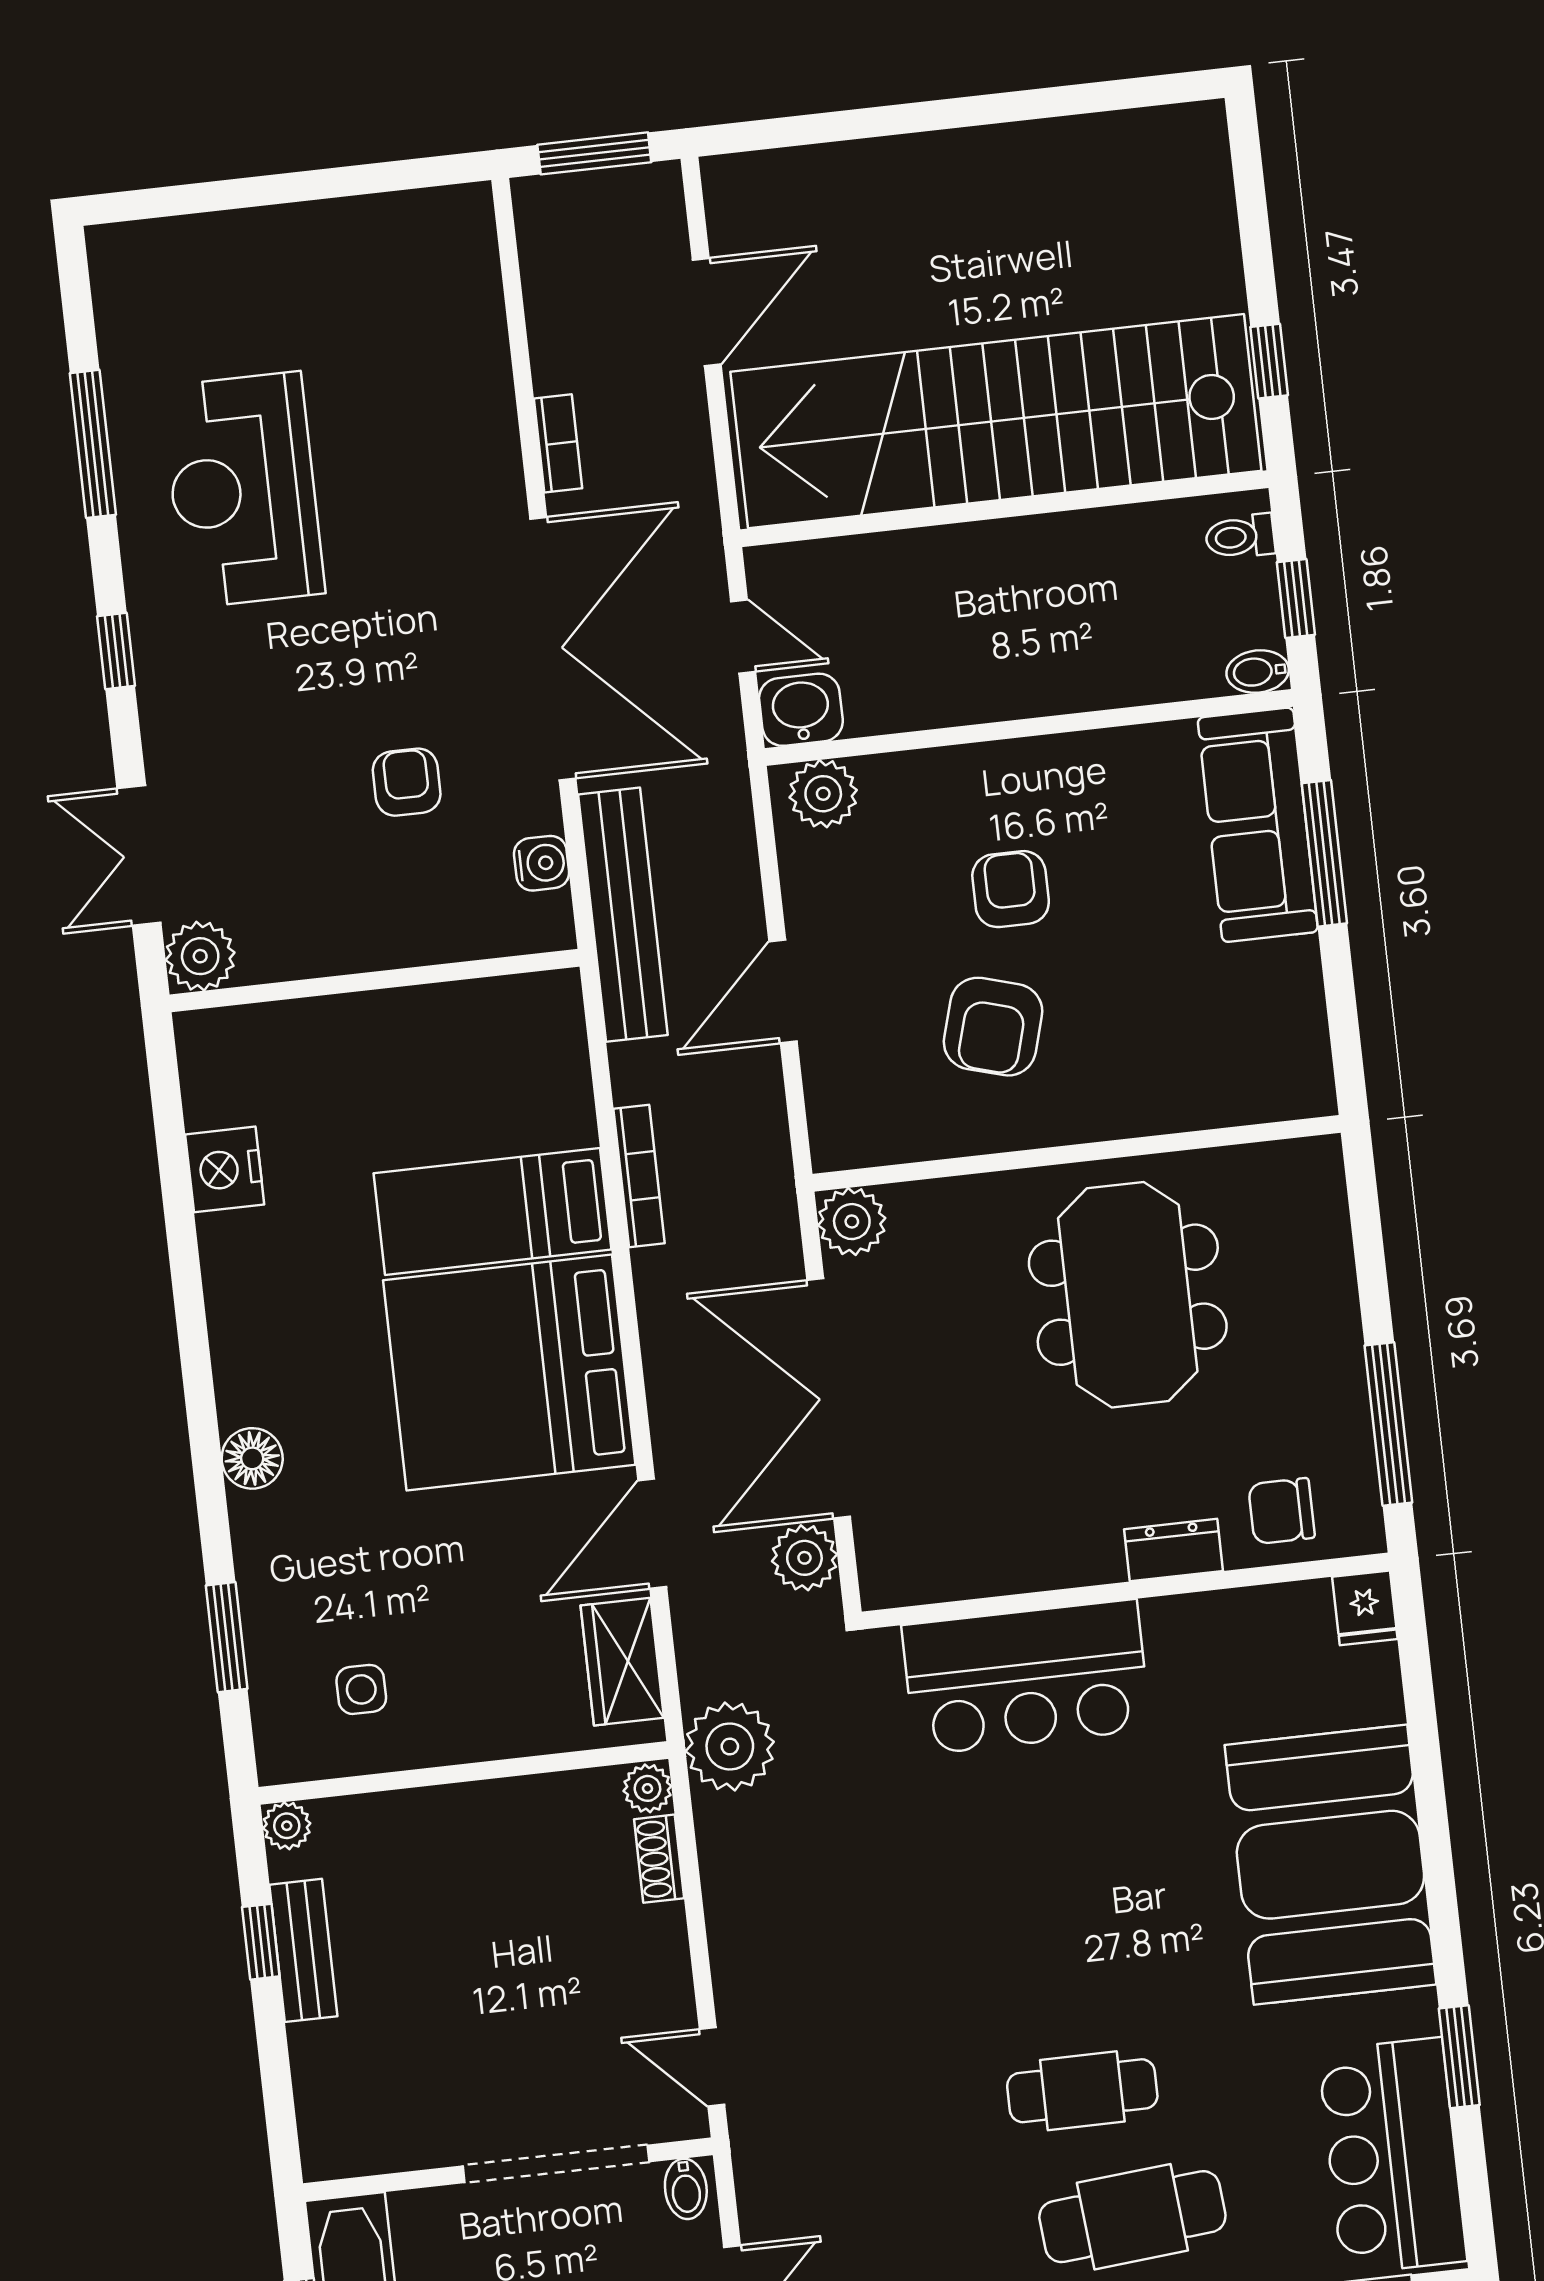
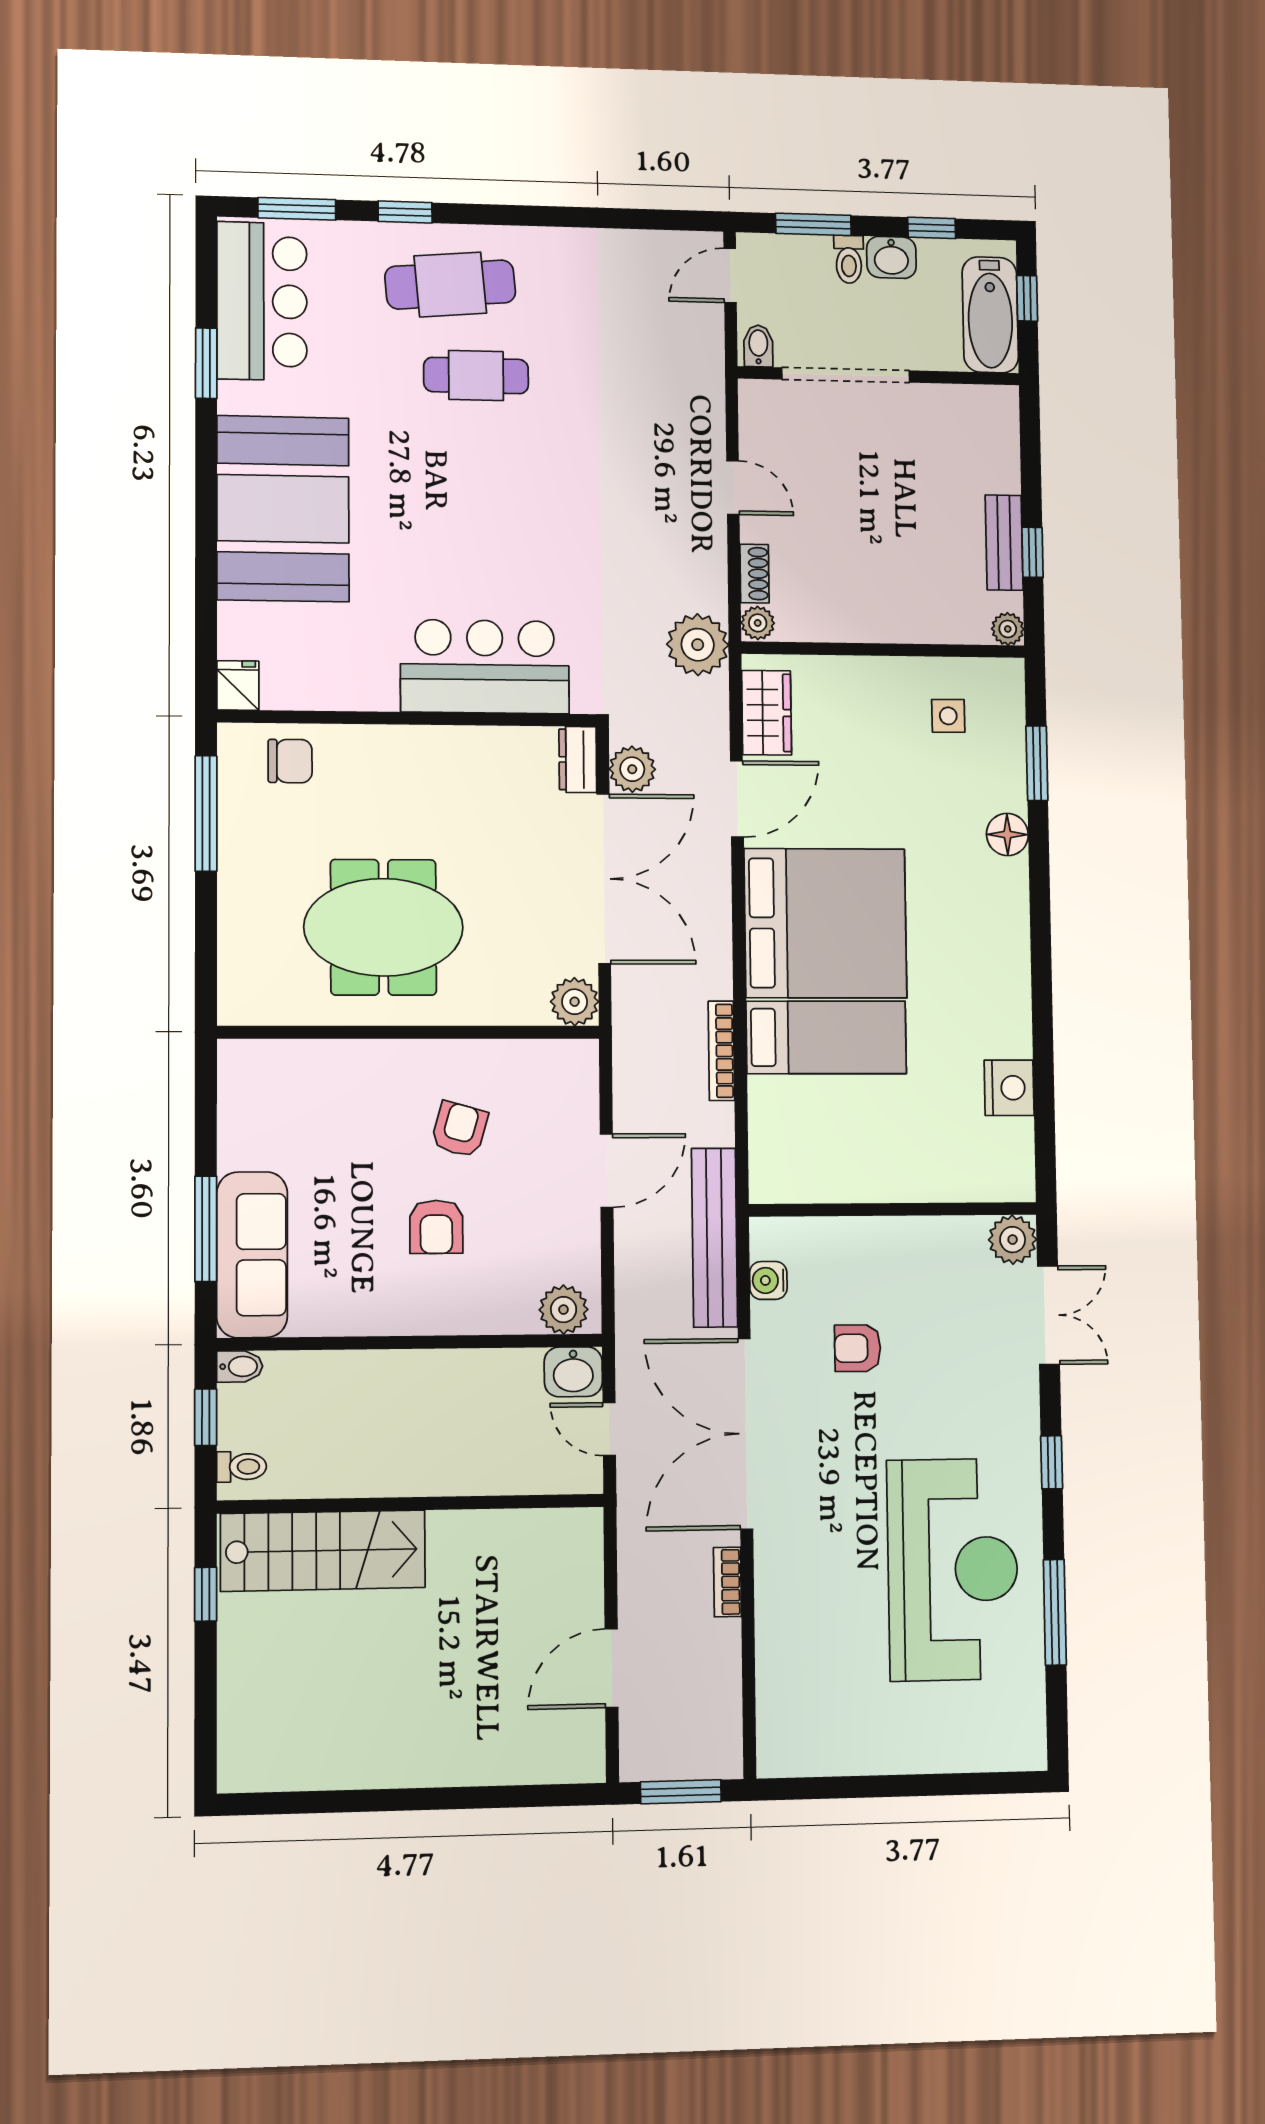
stairs: (996, 421) -> (323, 1551), width x0.54, depth x0.66
reception desk: (243, 490) -> (953, 1569), width x1.36, depth x1.30
armchair: (407, 782) -> (858, 1348), turned 90
armchair: (993, 1027) -> (459, 1129), width x0.72, depth x0.72
meeting table: (1128, 1295) -> (383, 927), turned 90
floor lamp: (252, 1458) -> (1007, 834), moved
dresser: (1173, 1550) -> (578, 760), moved, turned 90
door: (712, 2067) -> (733, 488), moved

